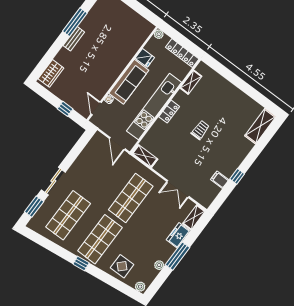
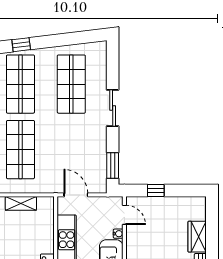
wardrobe: (51, 73) -> (197, 237), moved
shelving: (145, 156) -> (21, 203), moved
window: (34, 207) -> (113, 166), moved

